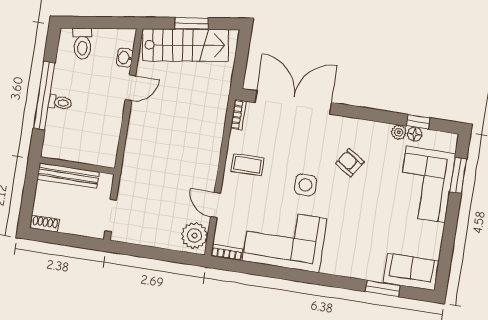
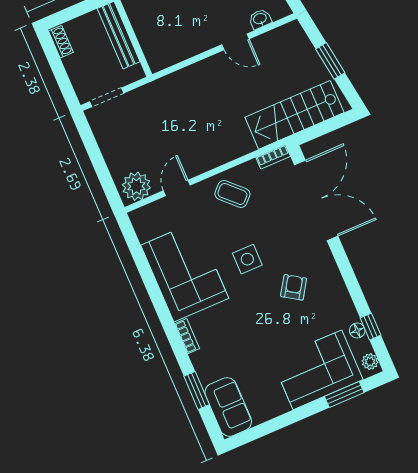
stairs: (185, 45) -> (294, 115), moved, turned 98
plant: (399, 132) -> (370, 362), moved
coffee table: (247, 165) -> (232, 194), turned -45
bookcase: (227, 252) -> (187, 336), moved

